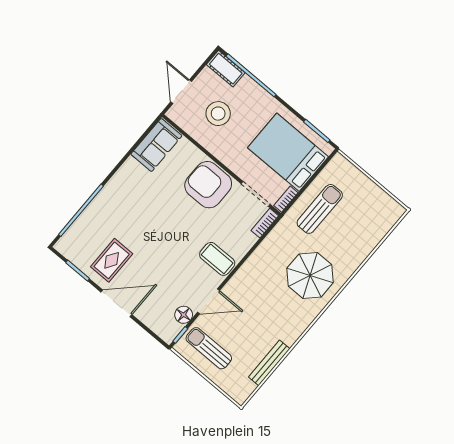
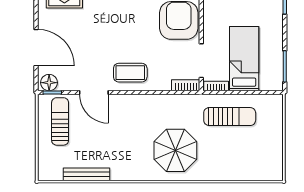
bed: (288, 152) -> (244, 59), width x0.67
coffee table: (217, 259) -> (130, 73), turned 90
door: (116, 303) -> (36, 48), moved
floor lamp: (184, 315) -> (49, 83), moved

